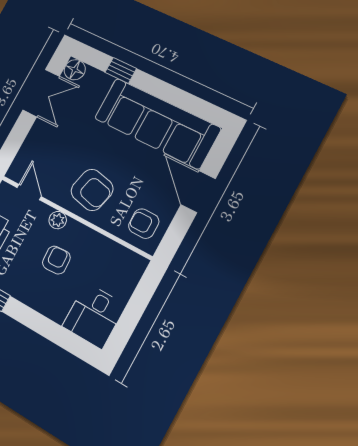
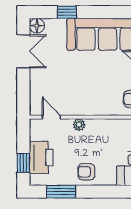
armchair: (92, 190) -> (90, 95), removed
armchair: (56, 260) -> (86, 172), moved, turned -87

